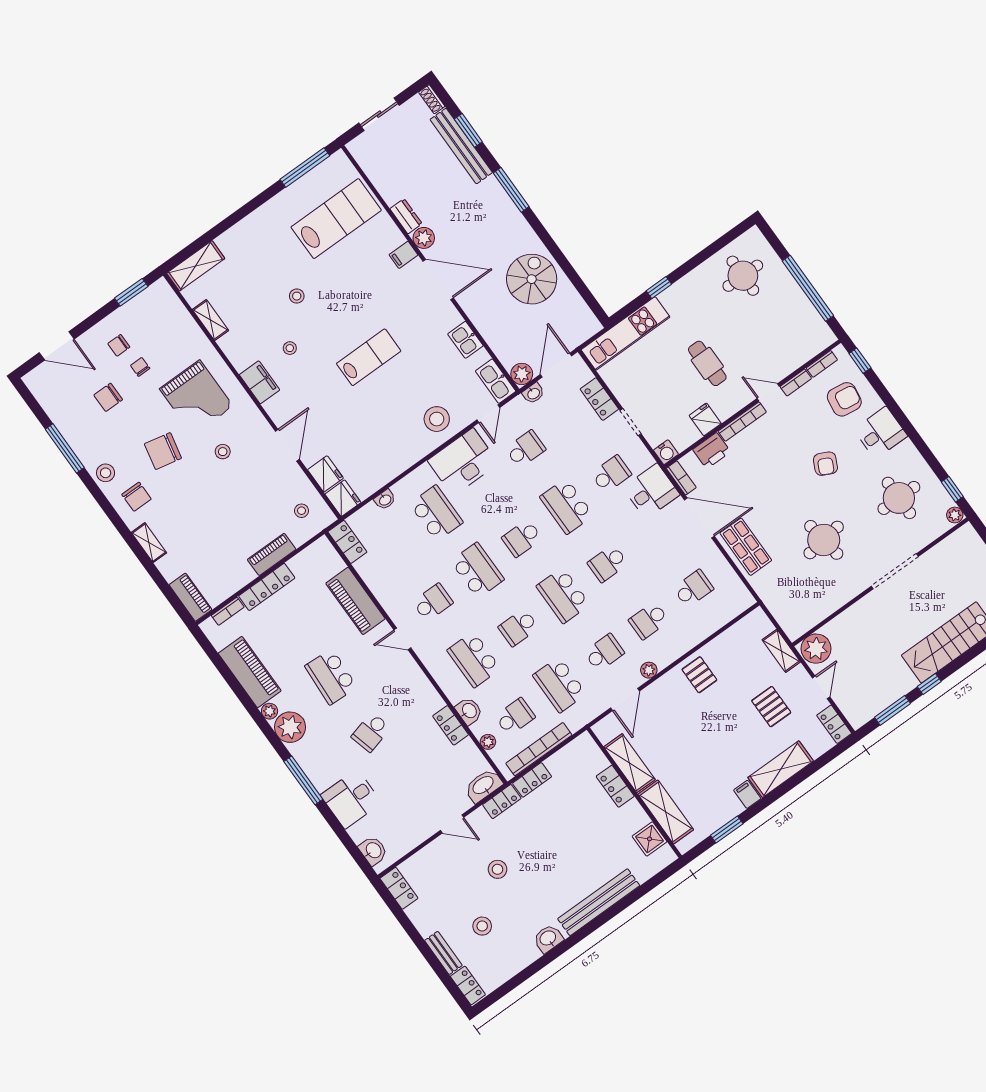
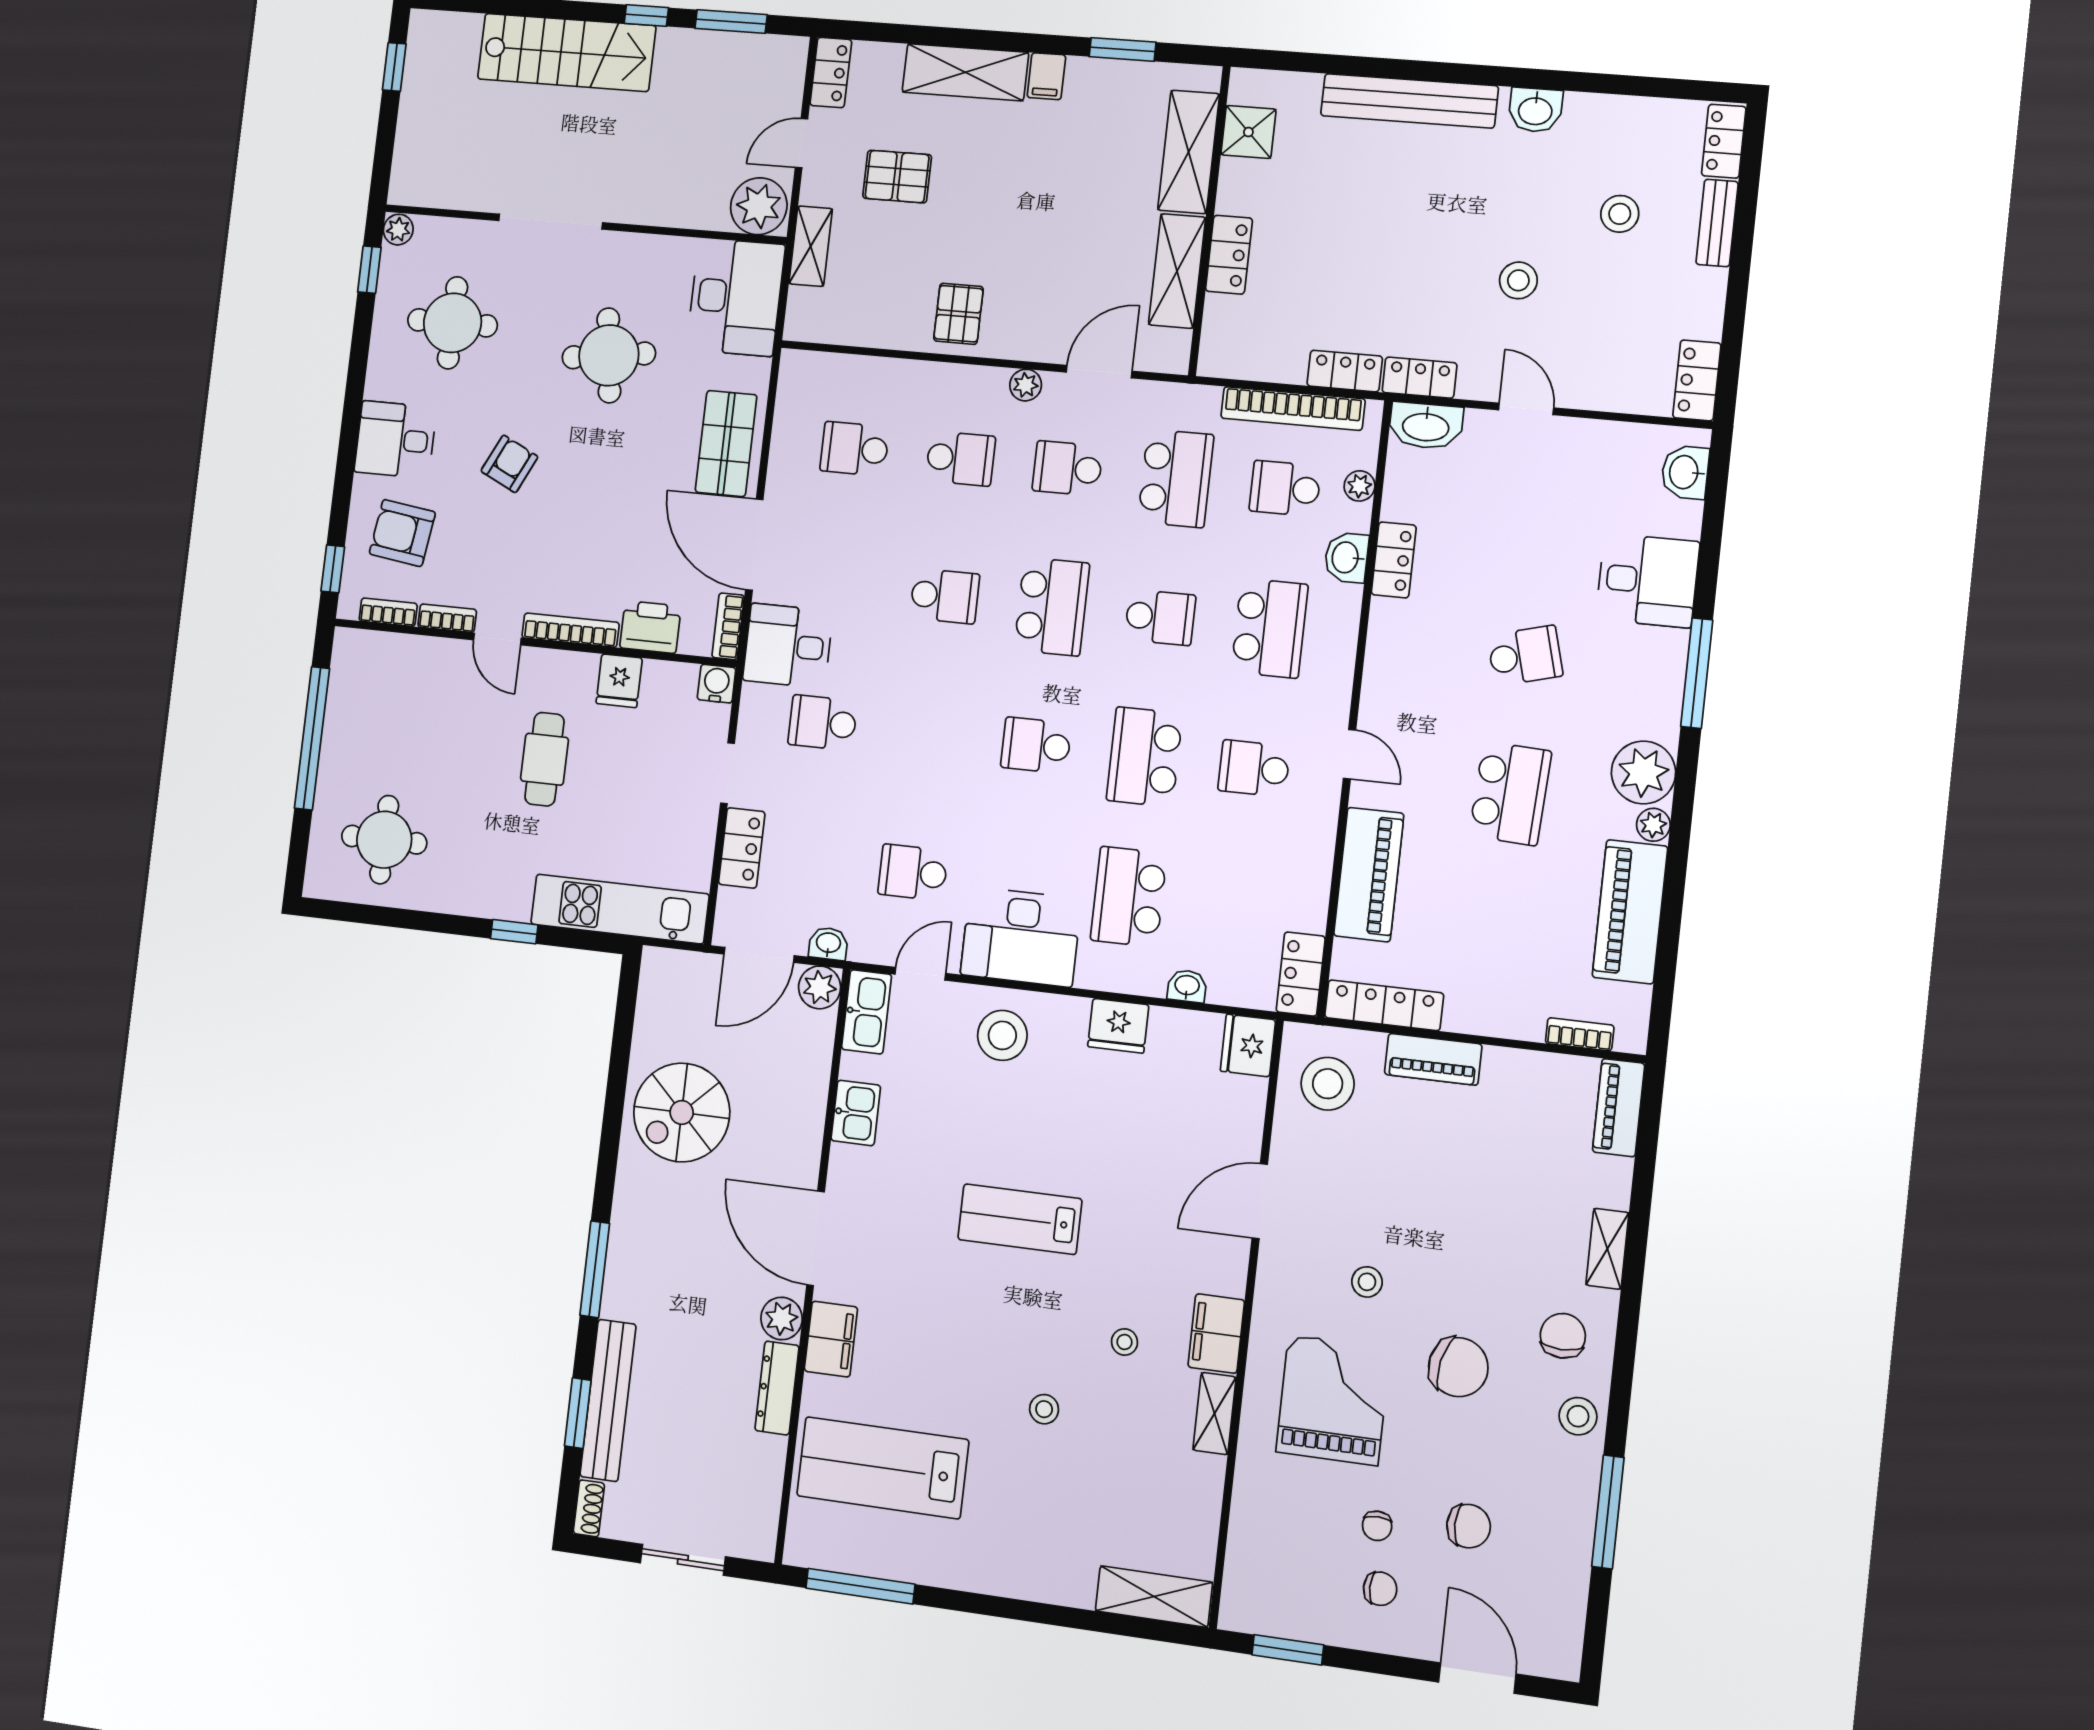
dresser: (406, 216) -> (777, 1388), width x1.44
filing cabinet: (403, 255) -> (831, 1339), width x2.00
shelving: (210, 320) -> (1215, 1414), moved
fridge: (325, 474) -> (1118, 1026), moved, turned -90
school desk: (567, 506) -> (929, 734), removed
stool: (302, 511) -> (1328, 1084), width x1.89, depth x1.89
school desk: (522, 538) -> (1036, 745), turned 180
locker: (267, 587) -> (1384, 1005), moved
desk: (793, 606) -> (736, 297), added
pallet: (771, 707) -> (897, 177), turned 90

